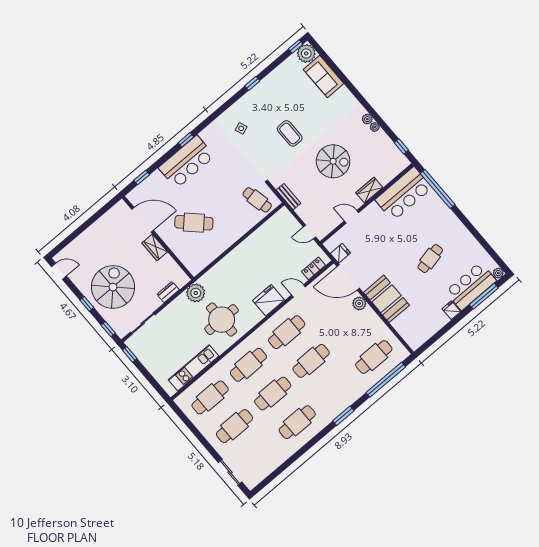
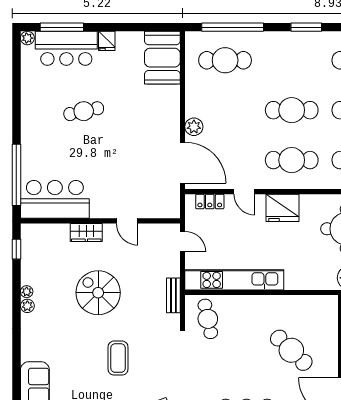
kitchen unit: (261, 235) -> (234, 280), added
fridge: (340, 253) -> (170, 194), removed
booth: (386, 299) -> (162, 58), moved

